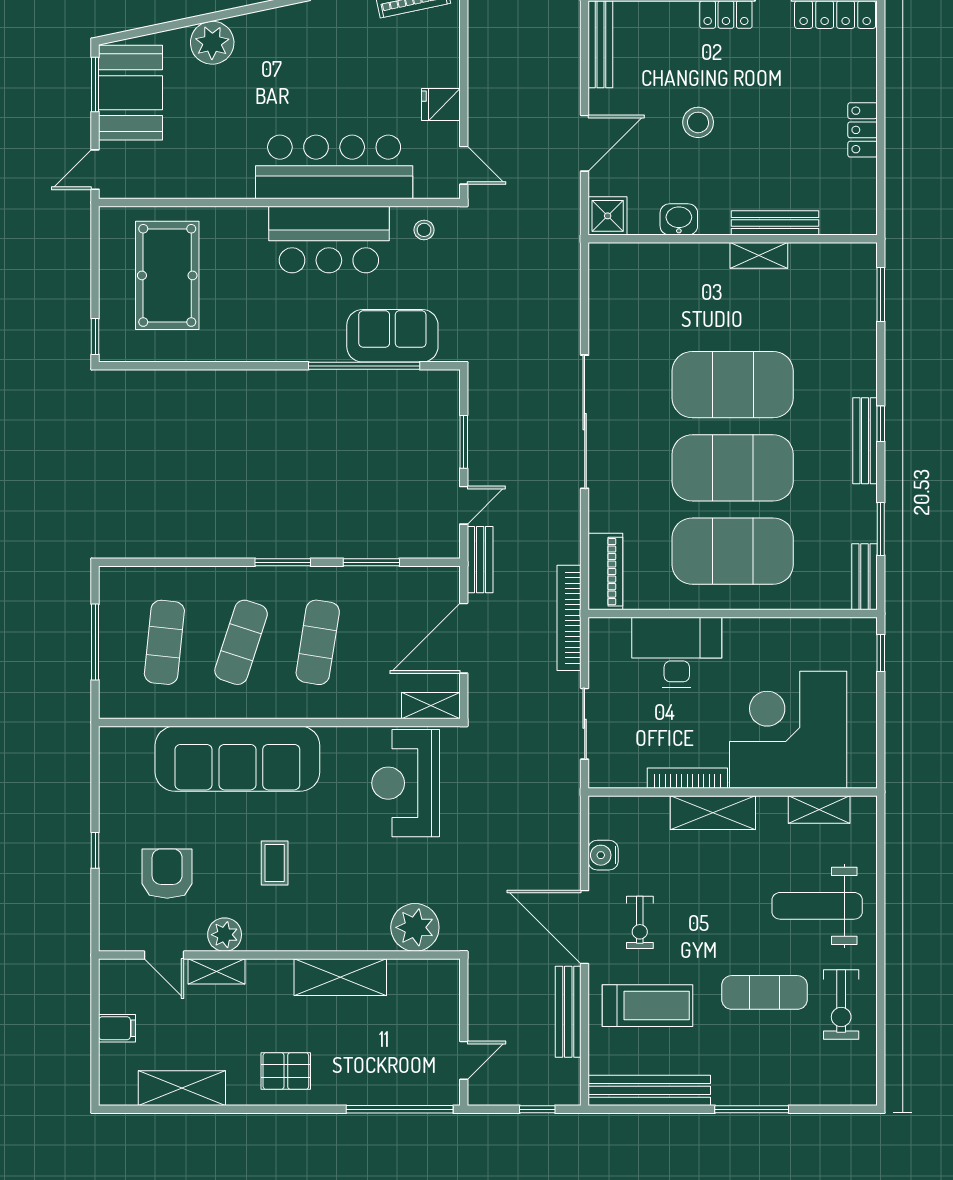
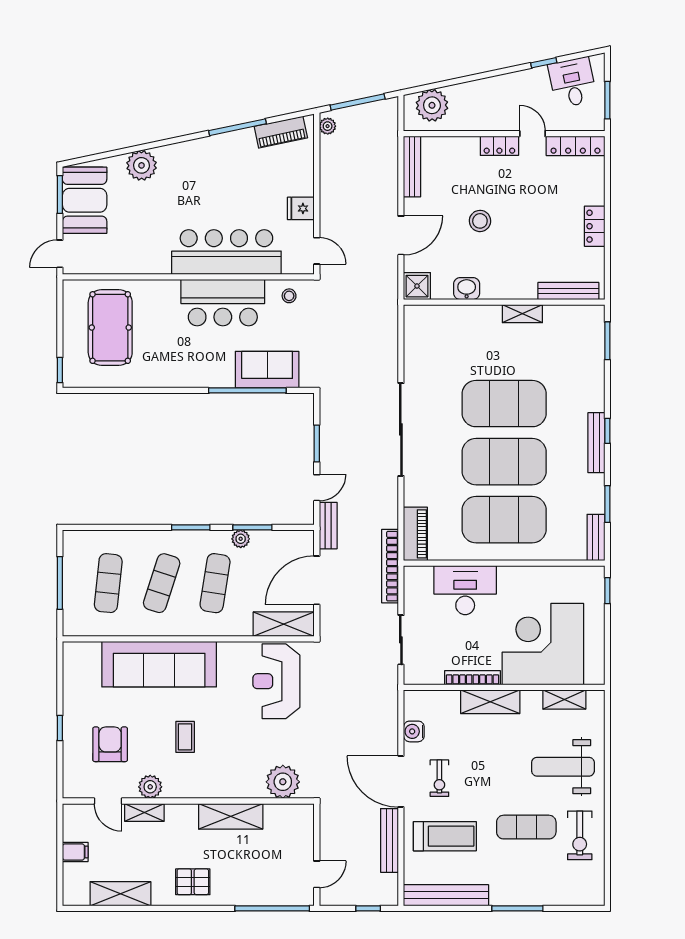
bench: (775, 223) -> (568, 291), moved
plant: (354, 579) -> (241, 539), added
shelving: (431, 706) -> (284, 624), width x1.50, depth x1.33

